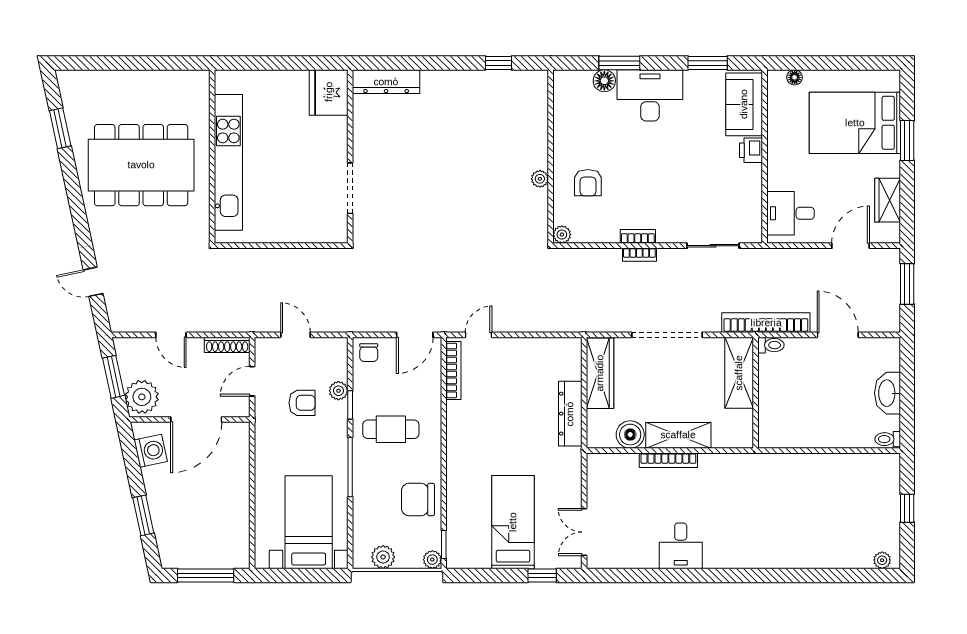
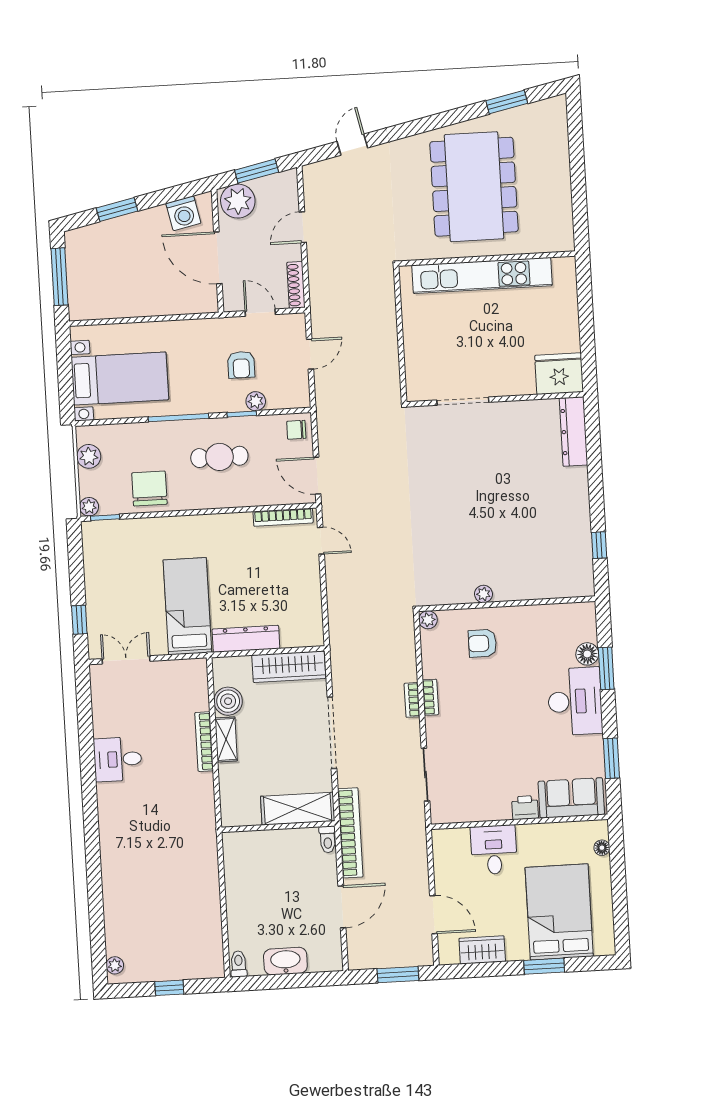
desk: (790, 213) -> (494, 850), moved
cafe table: (391, 429) -> (219, 457), turned 90
shelving: (678, 435) -> (226, 739), width x0.67, depth x0.75
bed: (513, 522) -> (187, 606), moved, turned -90

